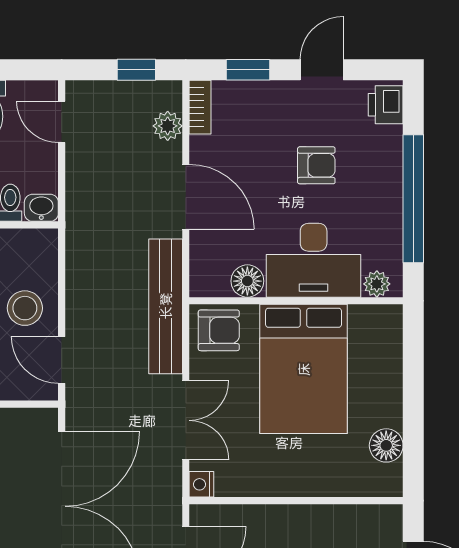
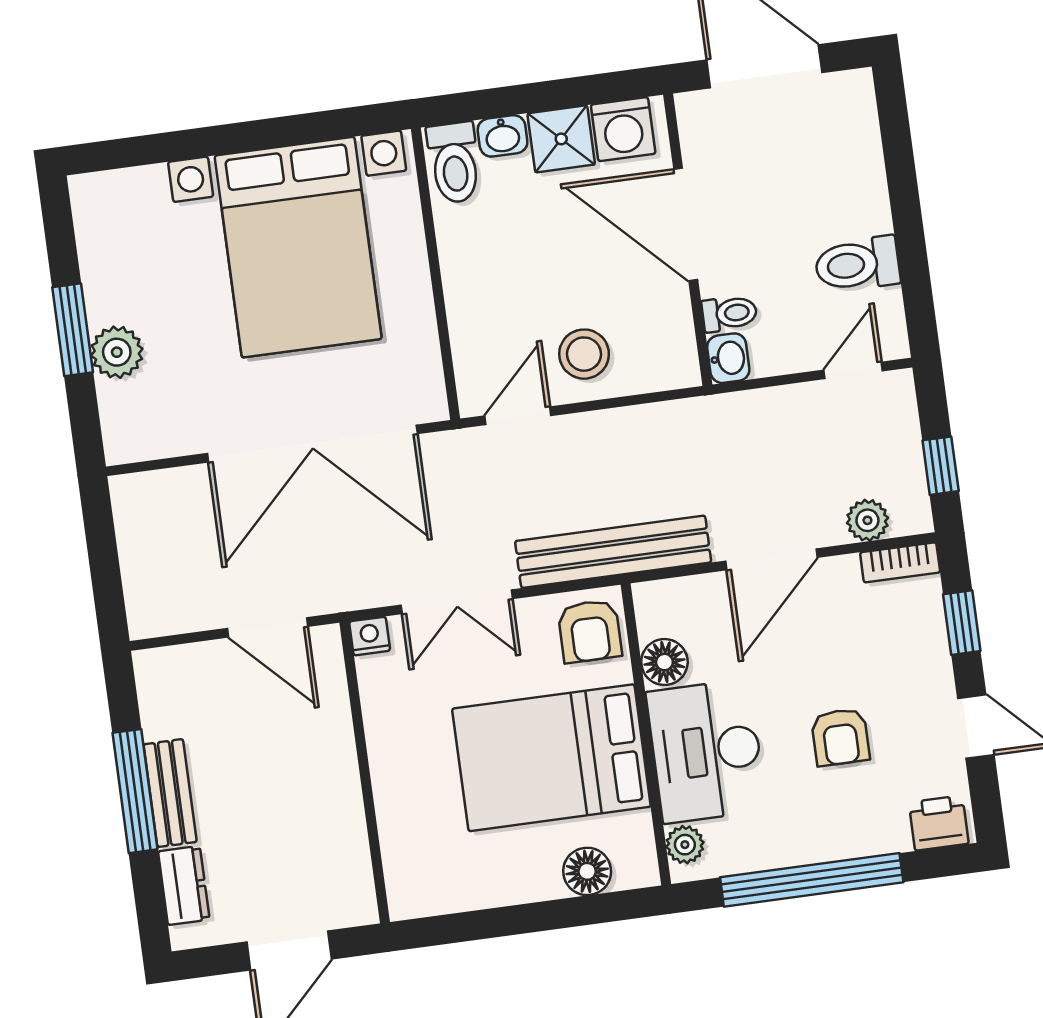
floor lamp: (386, 445) -> (587, 871), moved

